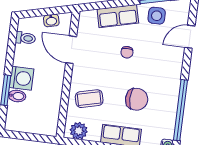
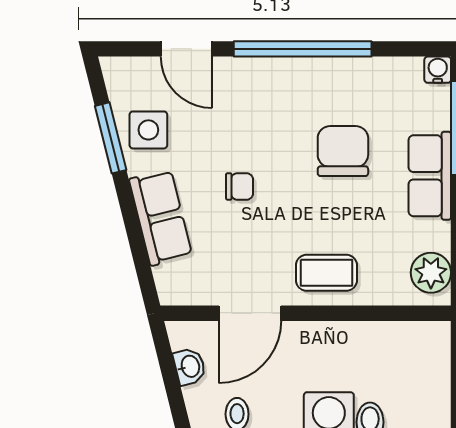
coffee table: (89, 99) -> (326, 273), moved, turned -76
window: (180, 110) -> (303, 49), moved

